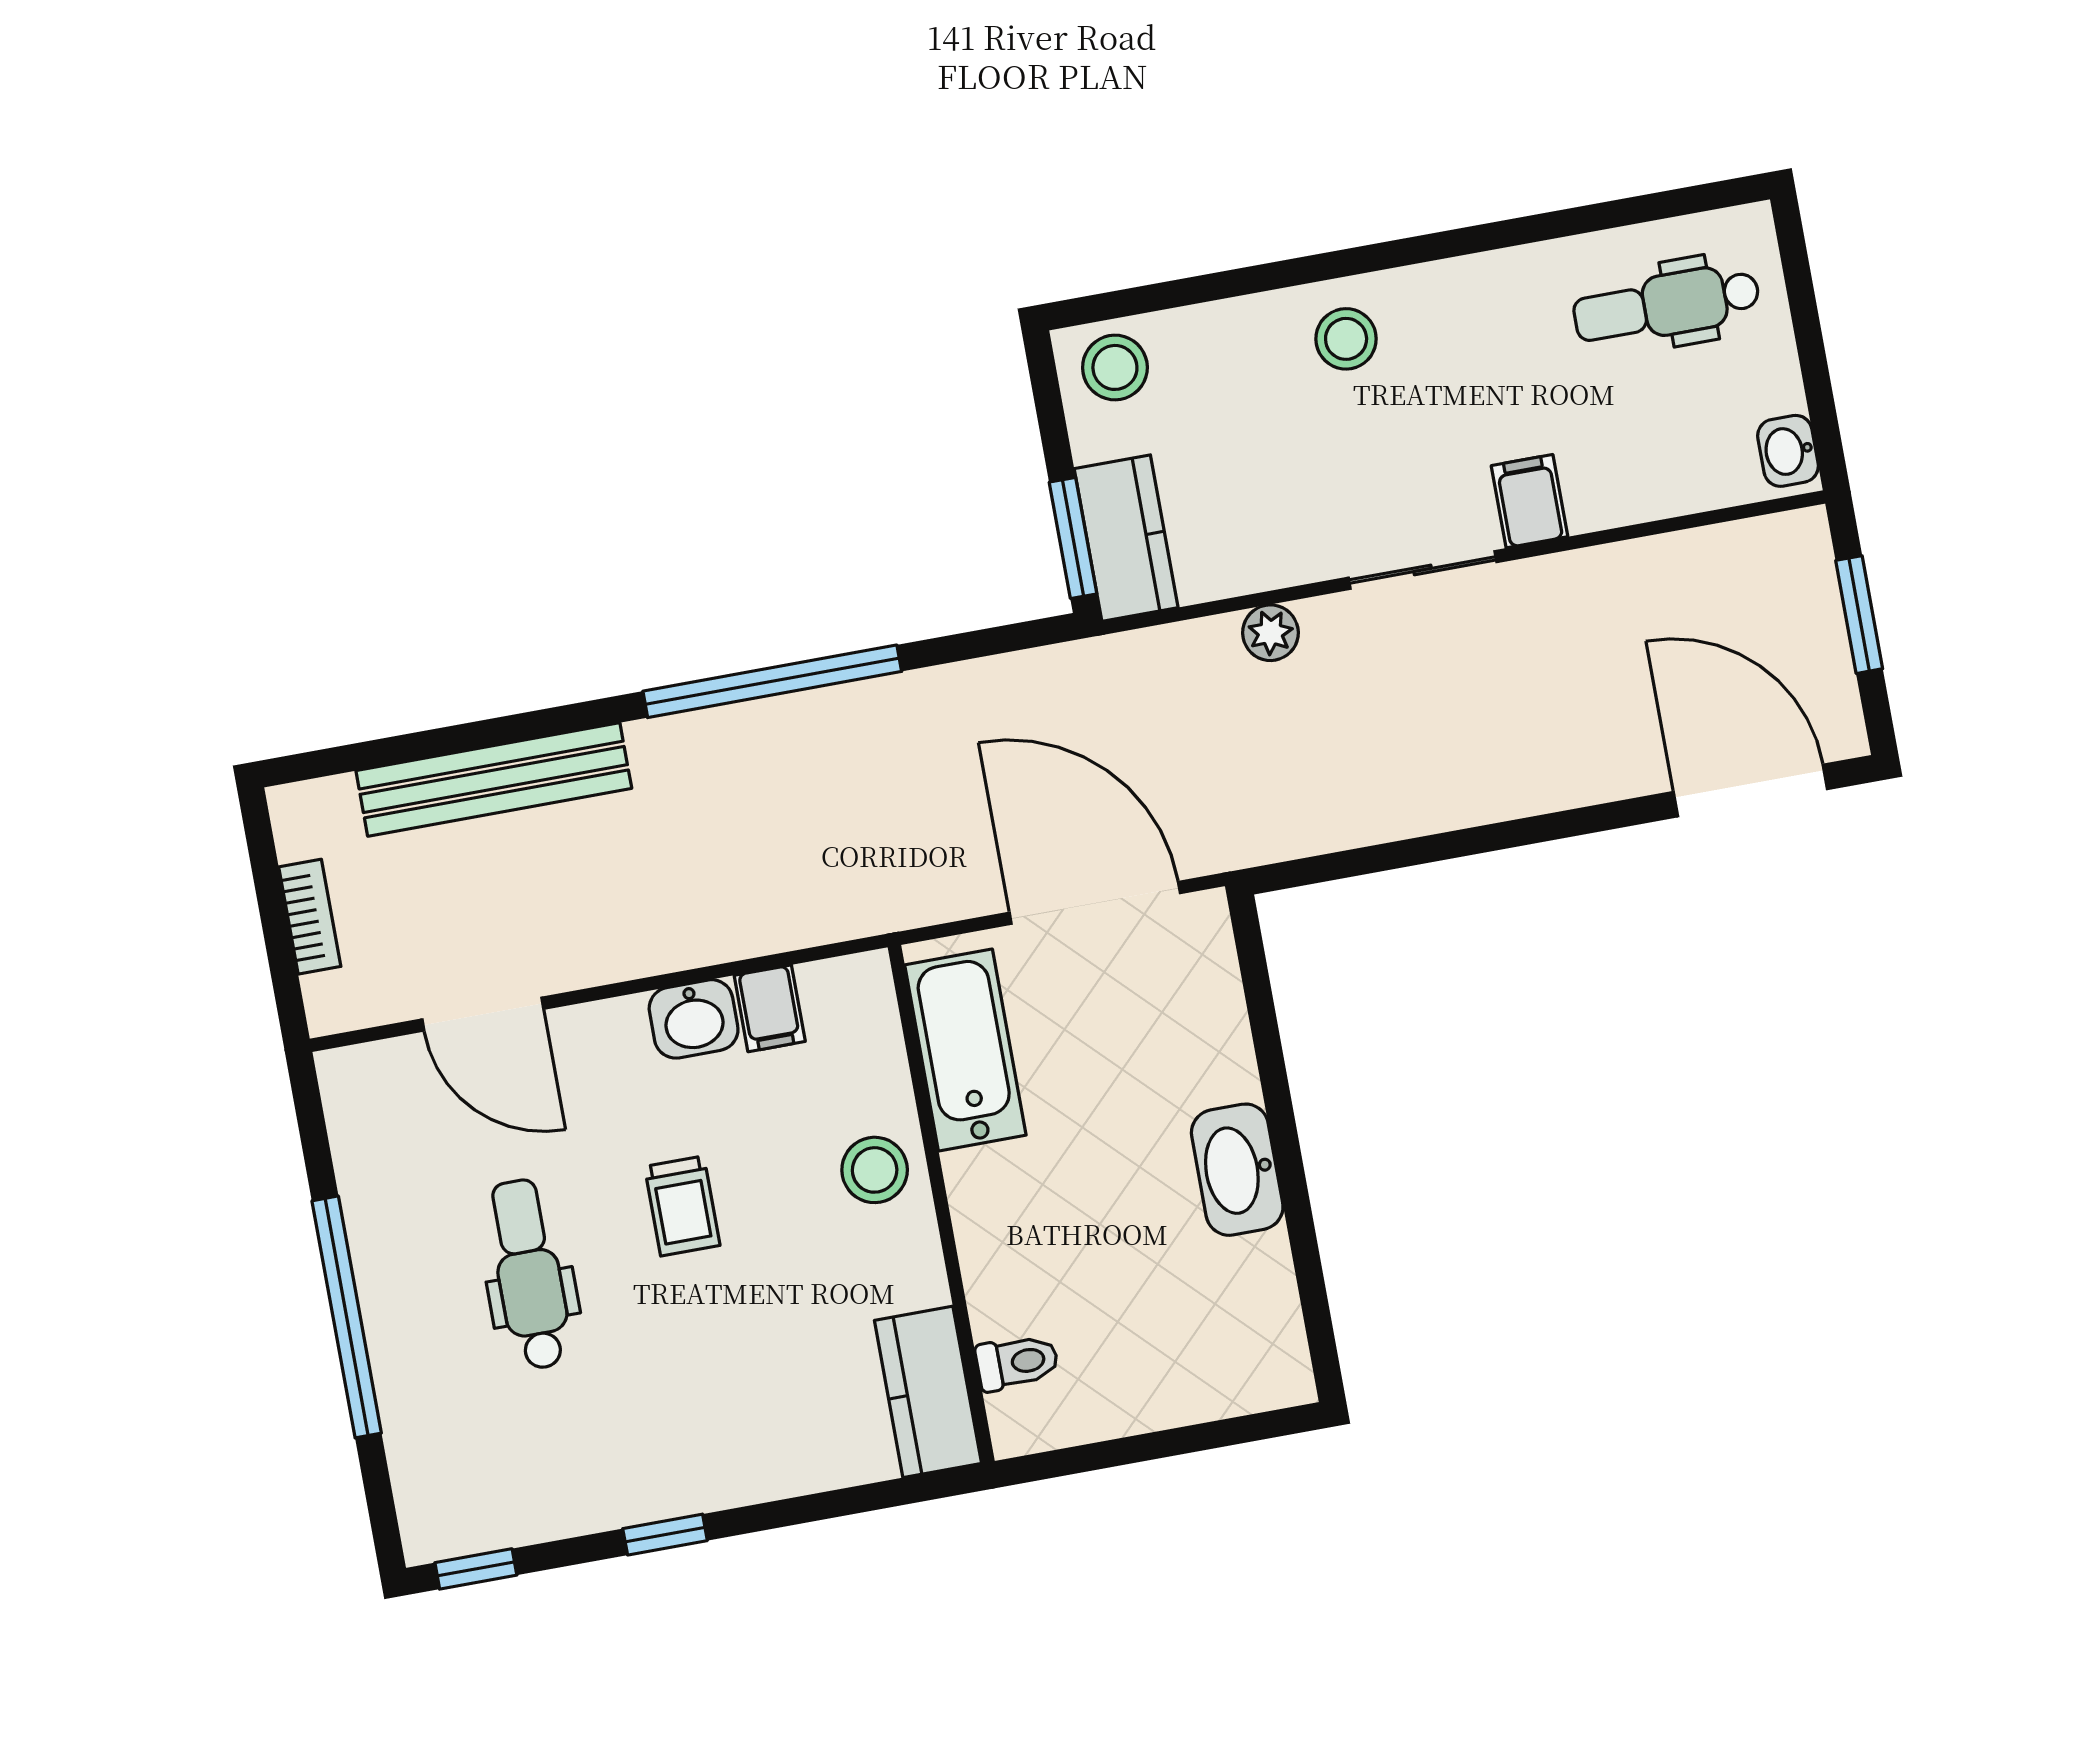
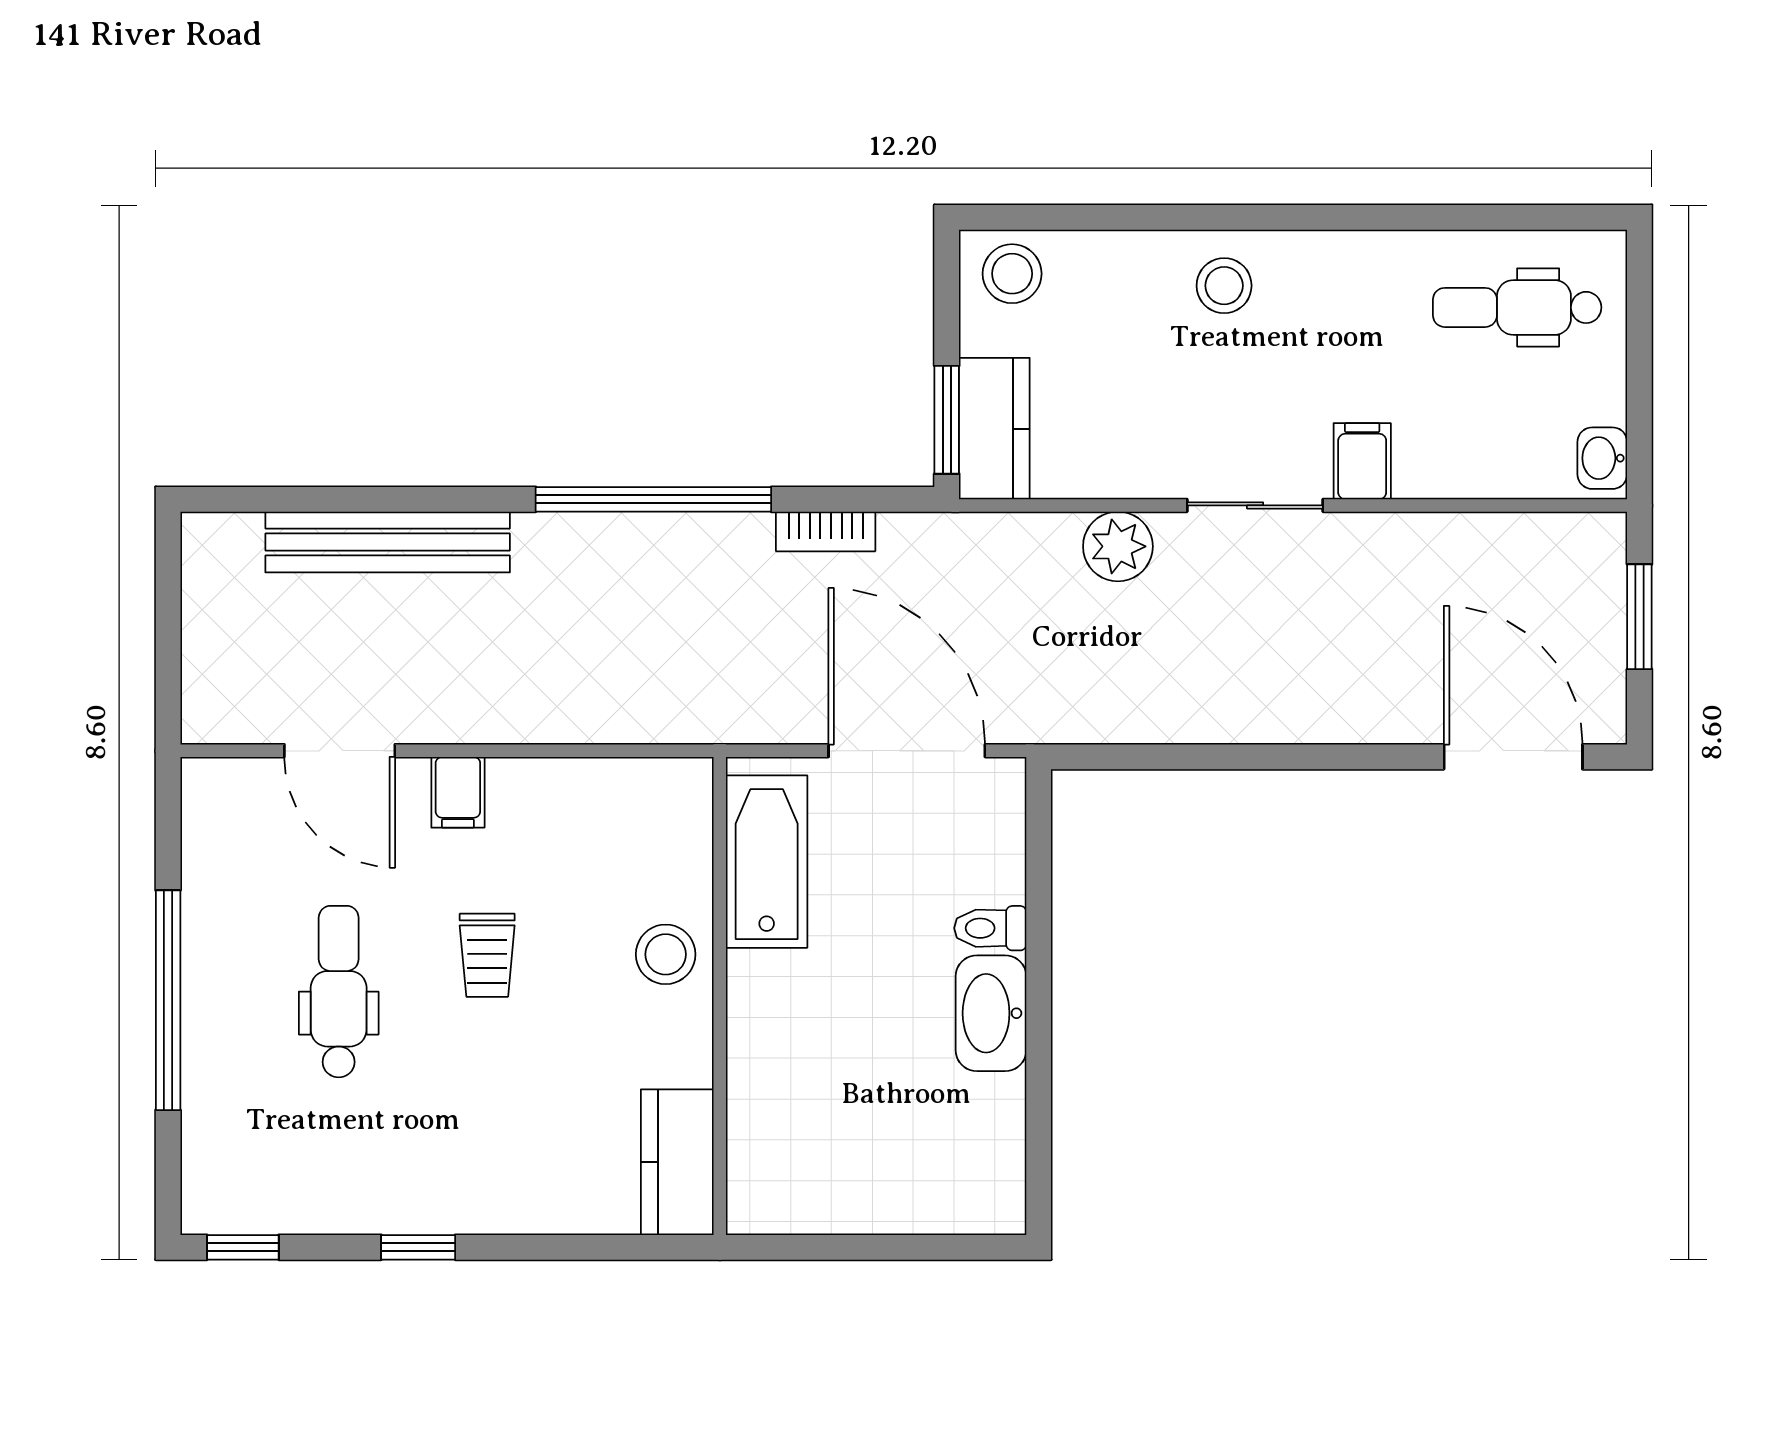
plant: (1270, 633) -> (1118, 546), width x1.38, depth x1.38
bookcase: (310, 917) -> (826, 531), moved, turned 90
filing cabinet: (770, 1008) -> (458, 792), moved
washbasin: (694, 1019) -> (528, 789), removed
toilet: (1017, 1362) -> (990, 928), moved, turned 180

